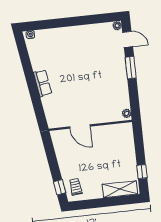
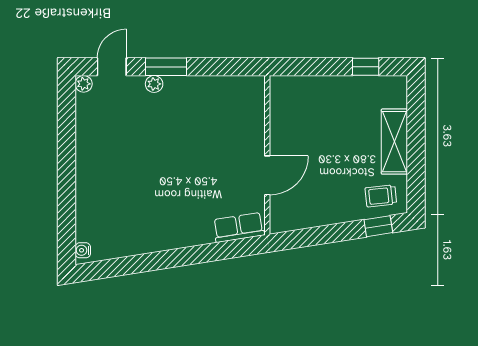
row of seats: (43, 83) -> (239, 227), moved
plant: (127, 113) -> (154, 84), moved
shelving: (120, 189) -> (394, 142), moved

